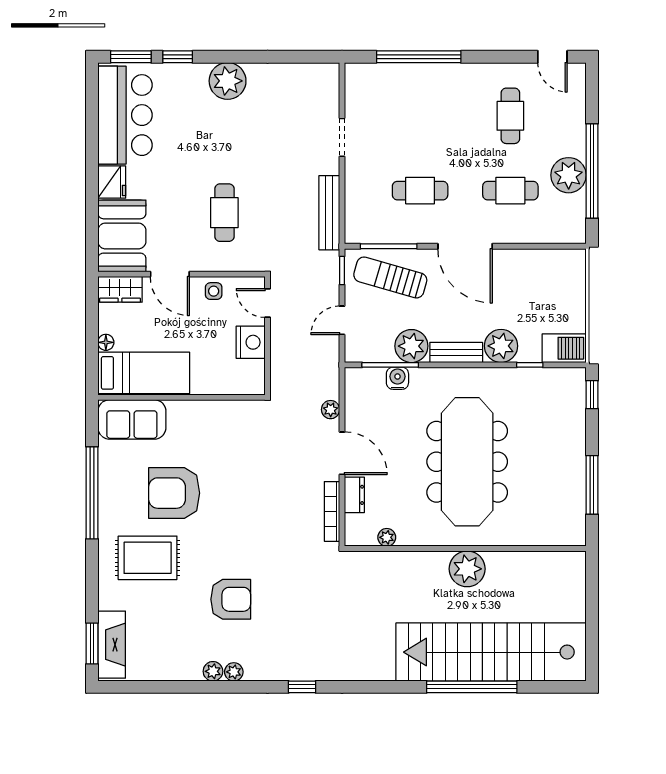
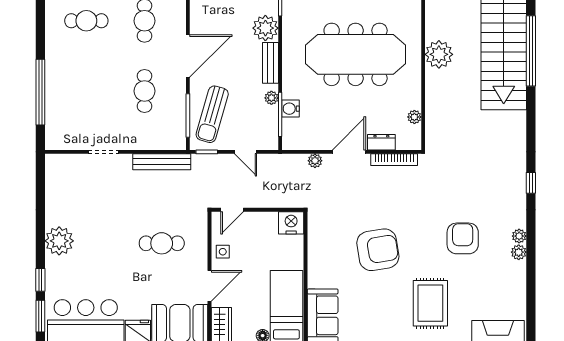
nightstand: (251, 342) -> (291, 223), moved
plant: (411, 346) -> (271, 98), width x0.53, depth x0.53
armchair: (174, 493) -> (378, 250), moved, turned -99

